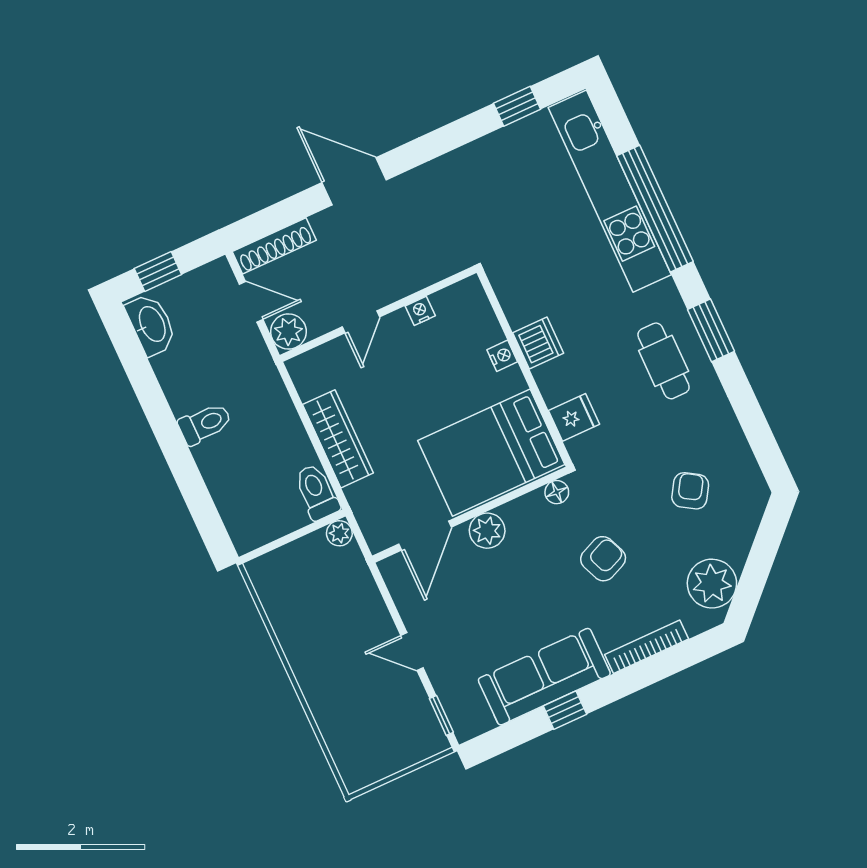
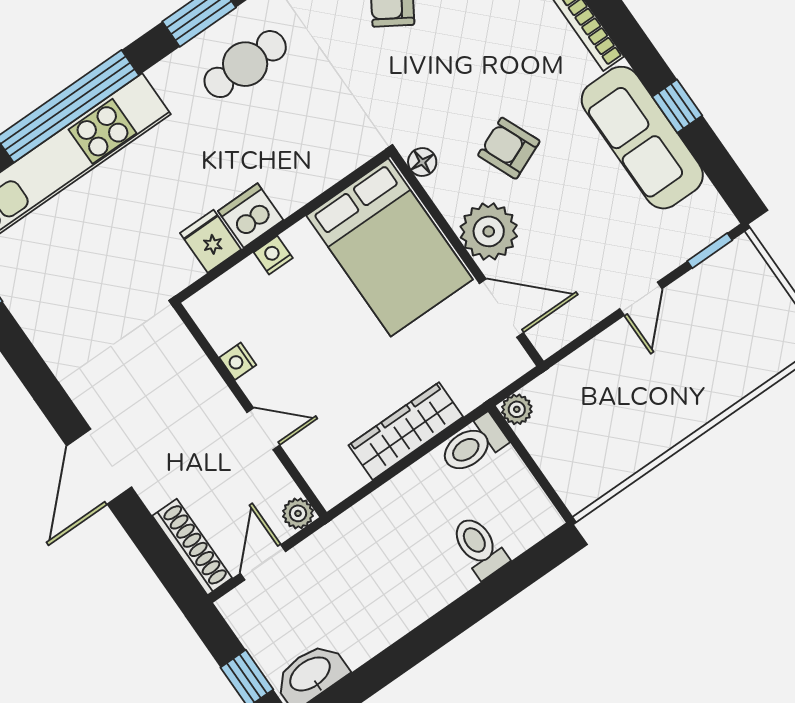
plant: (288, 332) -> (298, 513), width x0.73, depth x0.73
fridge: (574, 417) -> (211, 241), moved
toilet: (205, 424) -> (479, 547), moved
plant: (487, 531) -> (489, 231), width x1.36, depth x1.36
armchair: (603, 559) -> (509, 148), moved

